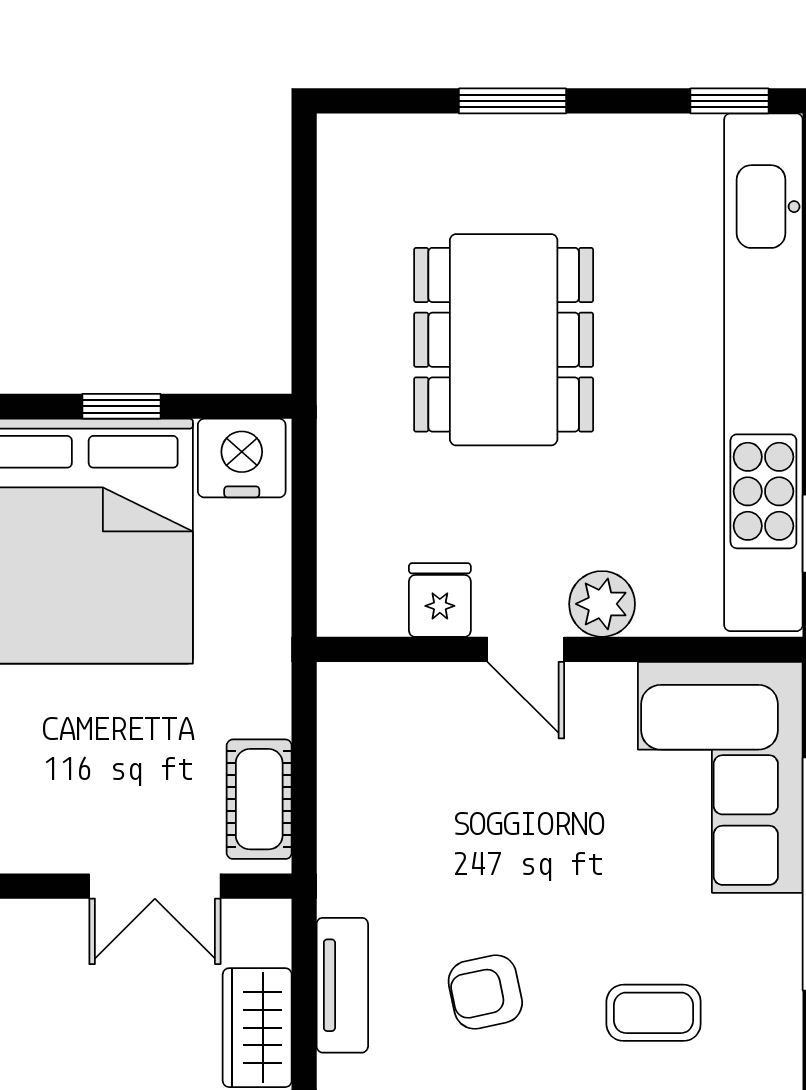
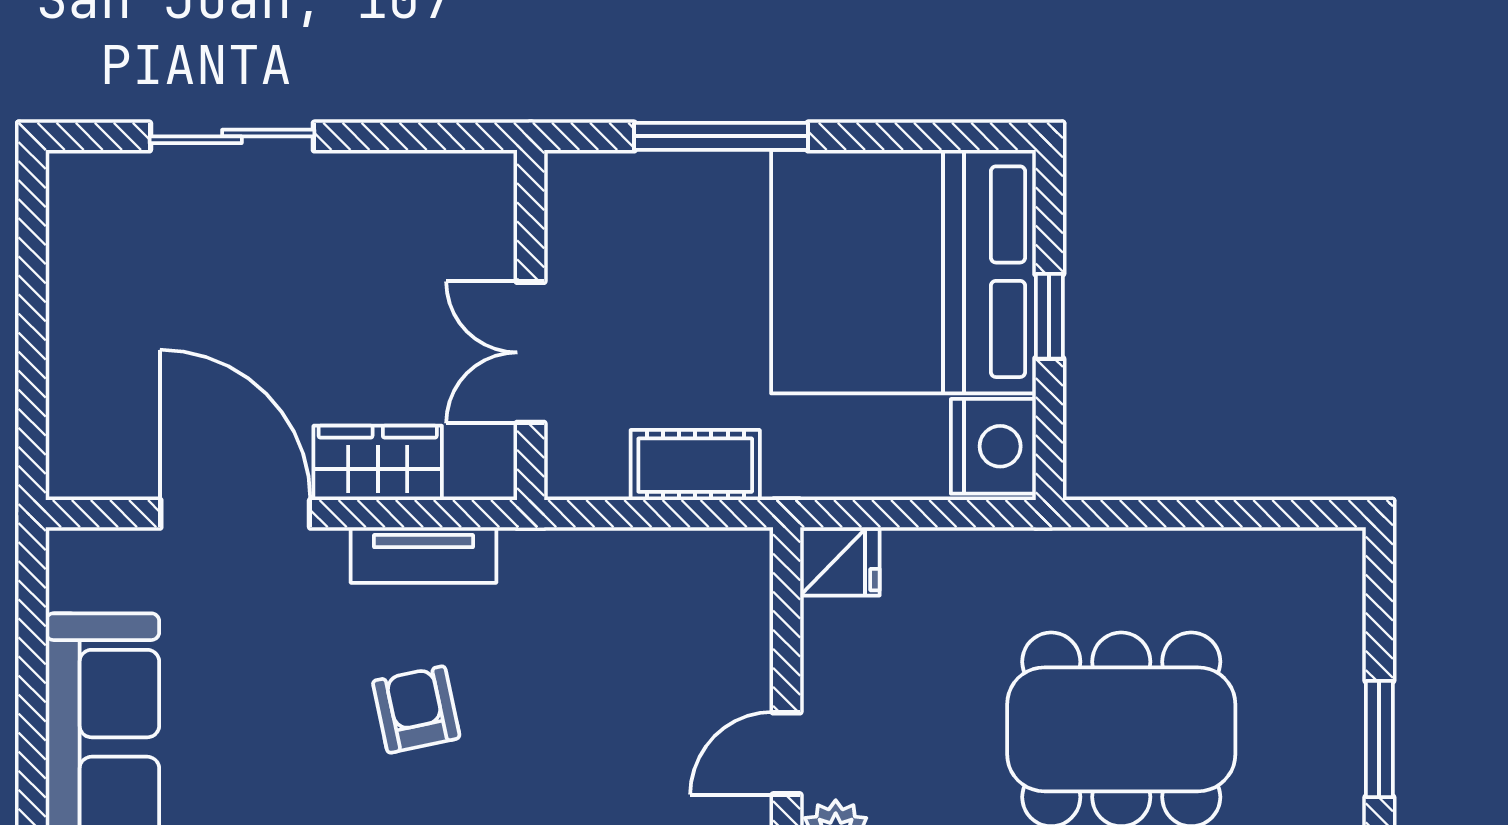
fridge: (440, 600) -> (840, 562), moved
cot: (259, 799) -> (695, 465), moved

